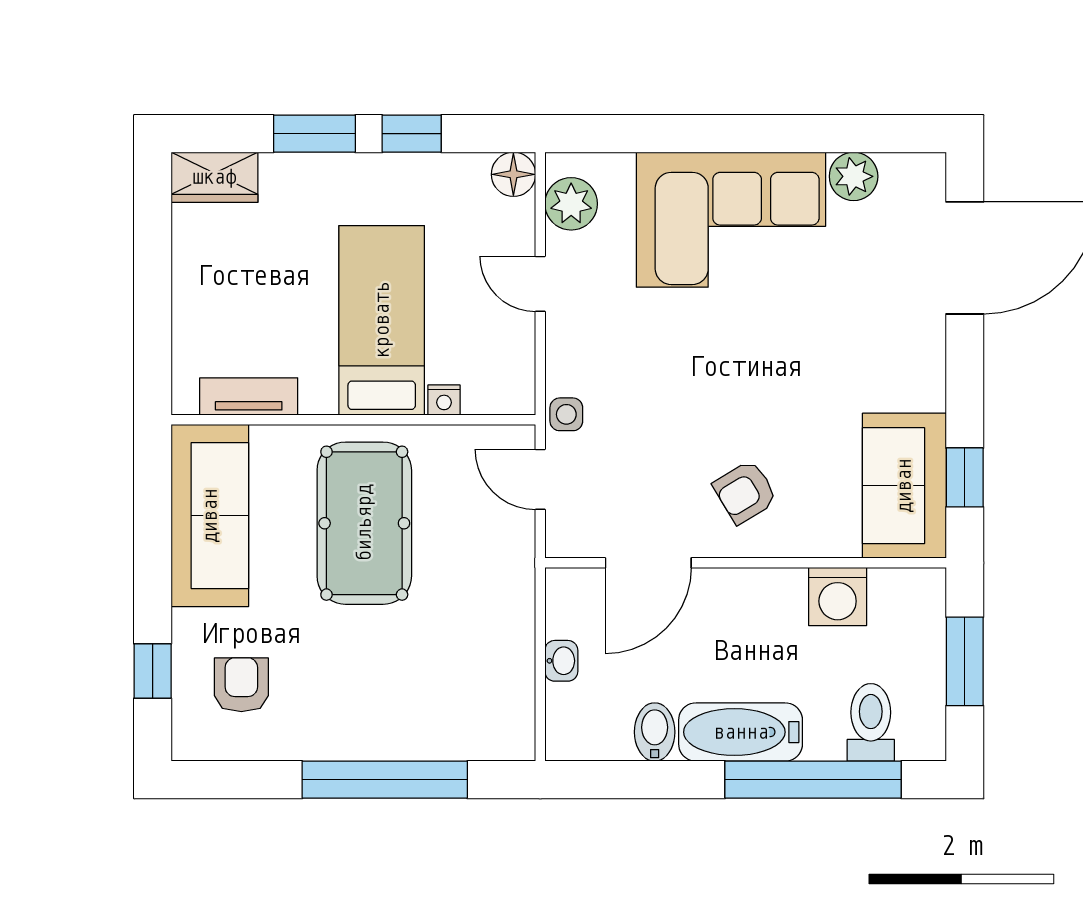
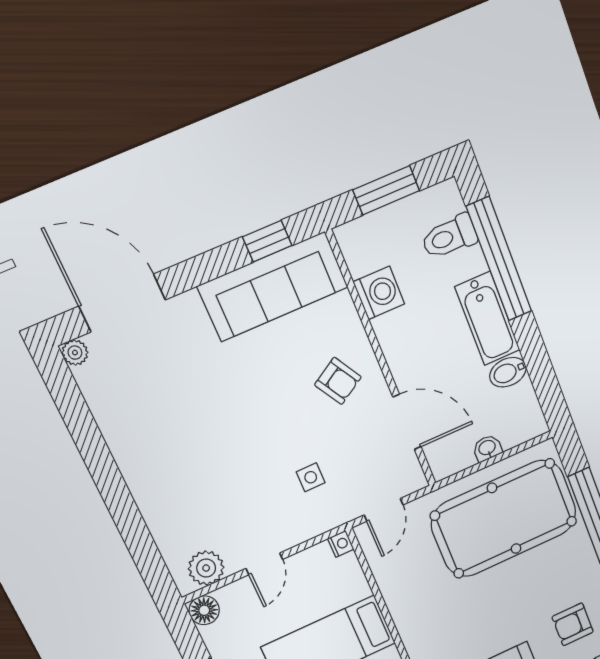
plant: (854, 176) -> (75, 353), moved, width x0.73, depth x0.73
corner sofa: (731, 220) -> (169, 466), removed
nightstand: (444, 400) -> (341, 544), moved
side table: (566, 414) -> (311, 477), moved
sofa: (904, 486) -> (273, 287), width x1.36
pool table: (364, 523) -> (504, 518), moved, width x1.36, depth x1.32

